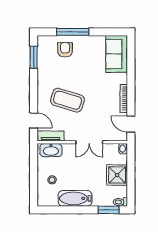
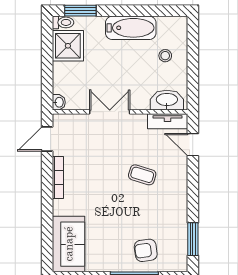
armchair: (65, 50) -> (146, 250), turned 82
coffee table: (67, 100) -> (142, 175), width x0.54, depth x0.58
door: (131, 124) -> (47, 139), swing flipped
shower: (117, 175) -> (68, 46), moved

